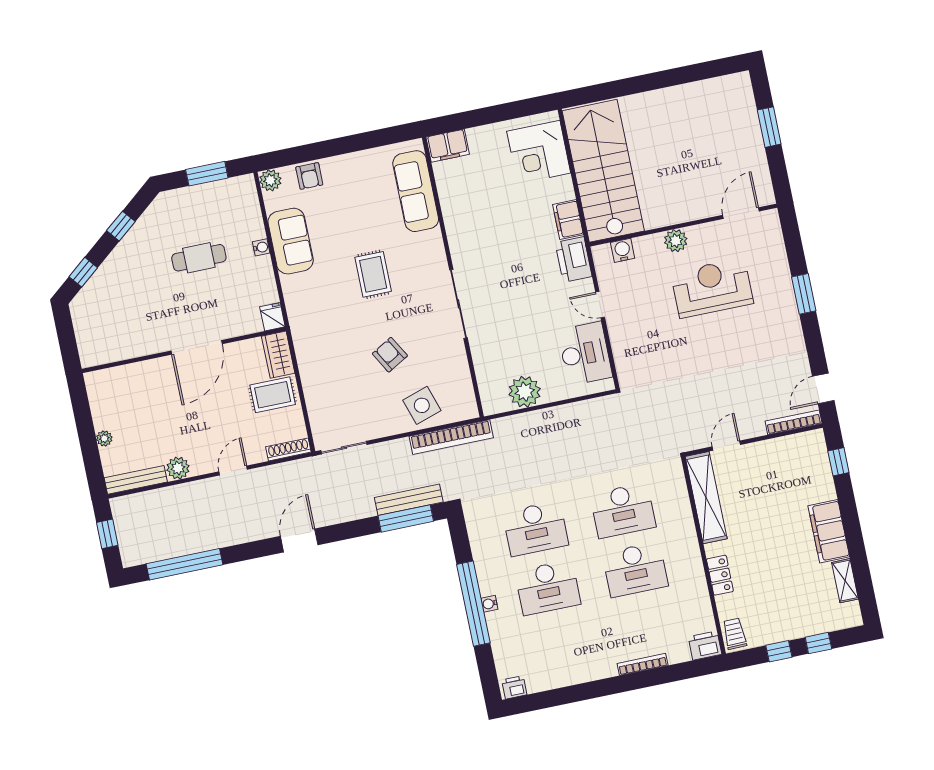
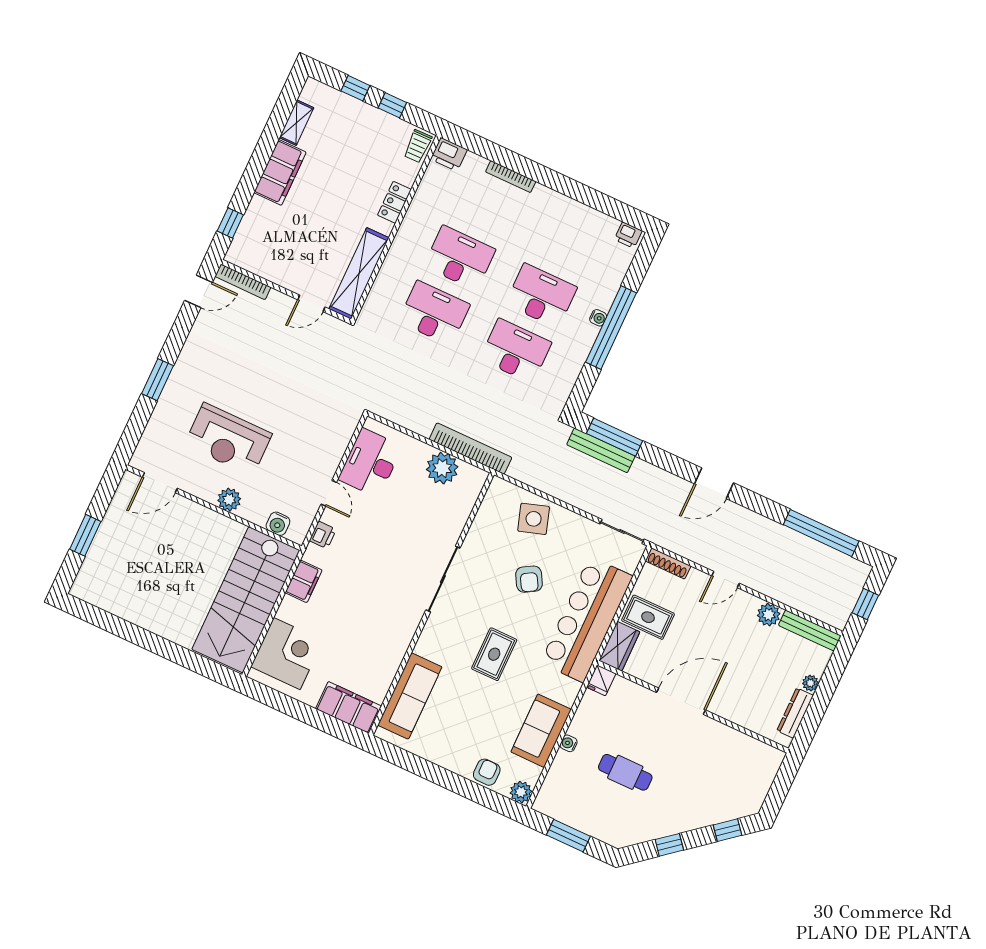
filing cabinet: (448, 146) -> (349, 707), width x1.50, depth x1.17
printer: (574, 259) -> (323, 535), width x0.53, depth x0.68
bar counter: (320, 357) -> (587, 620), added
dresser: (99, 405) -> (795, 713), added
bookcase: (451, 437) -> (470, 448), moved

